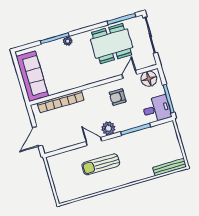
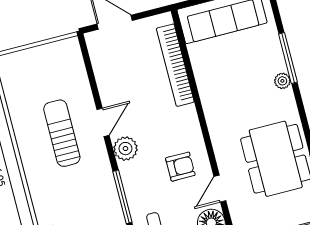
door: (129, 74) -> (220, 189), swing flipped
armchair: (118, 97) -> (180, 167), turned 90

